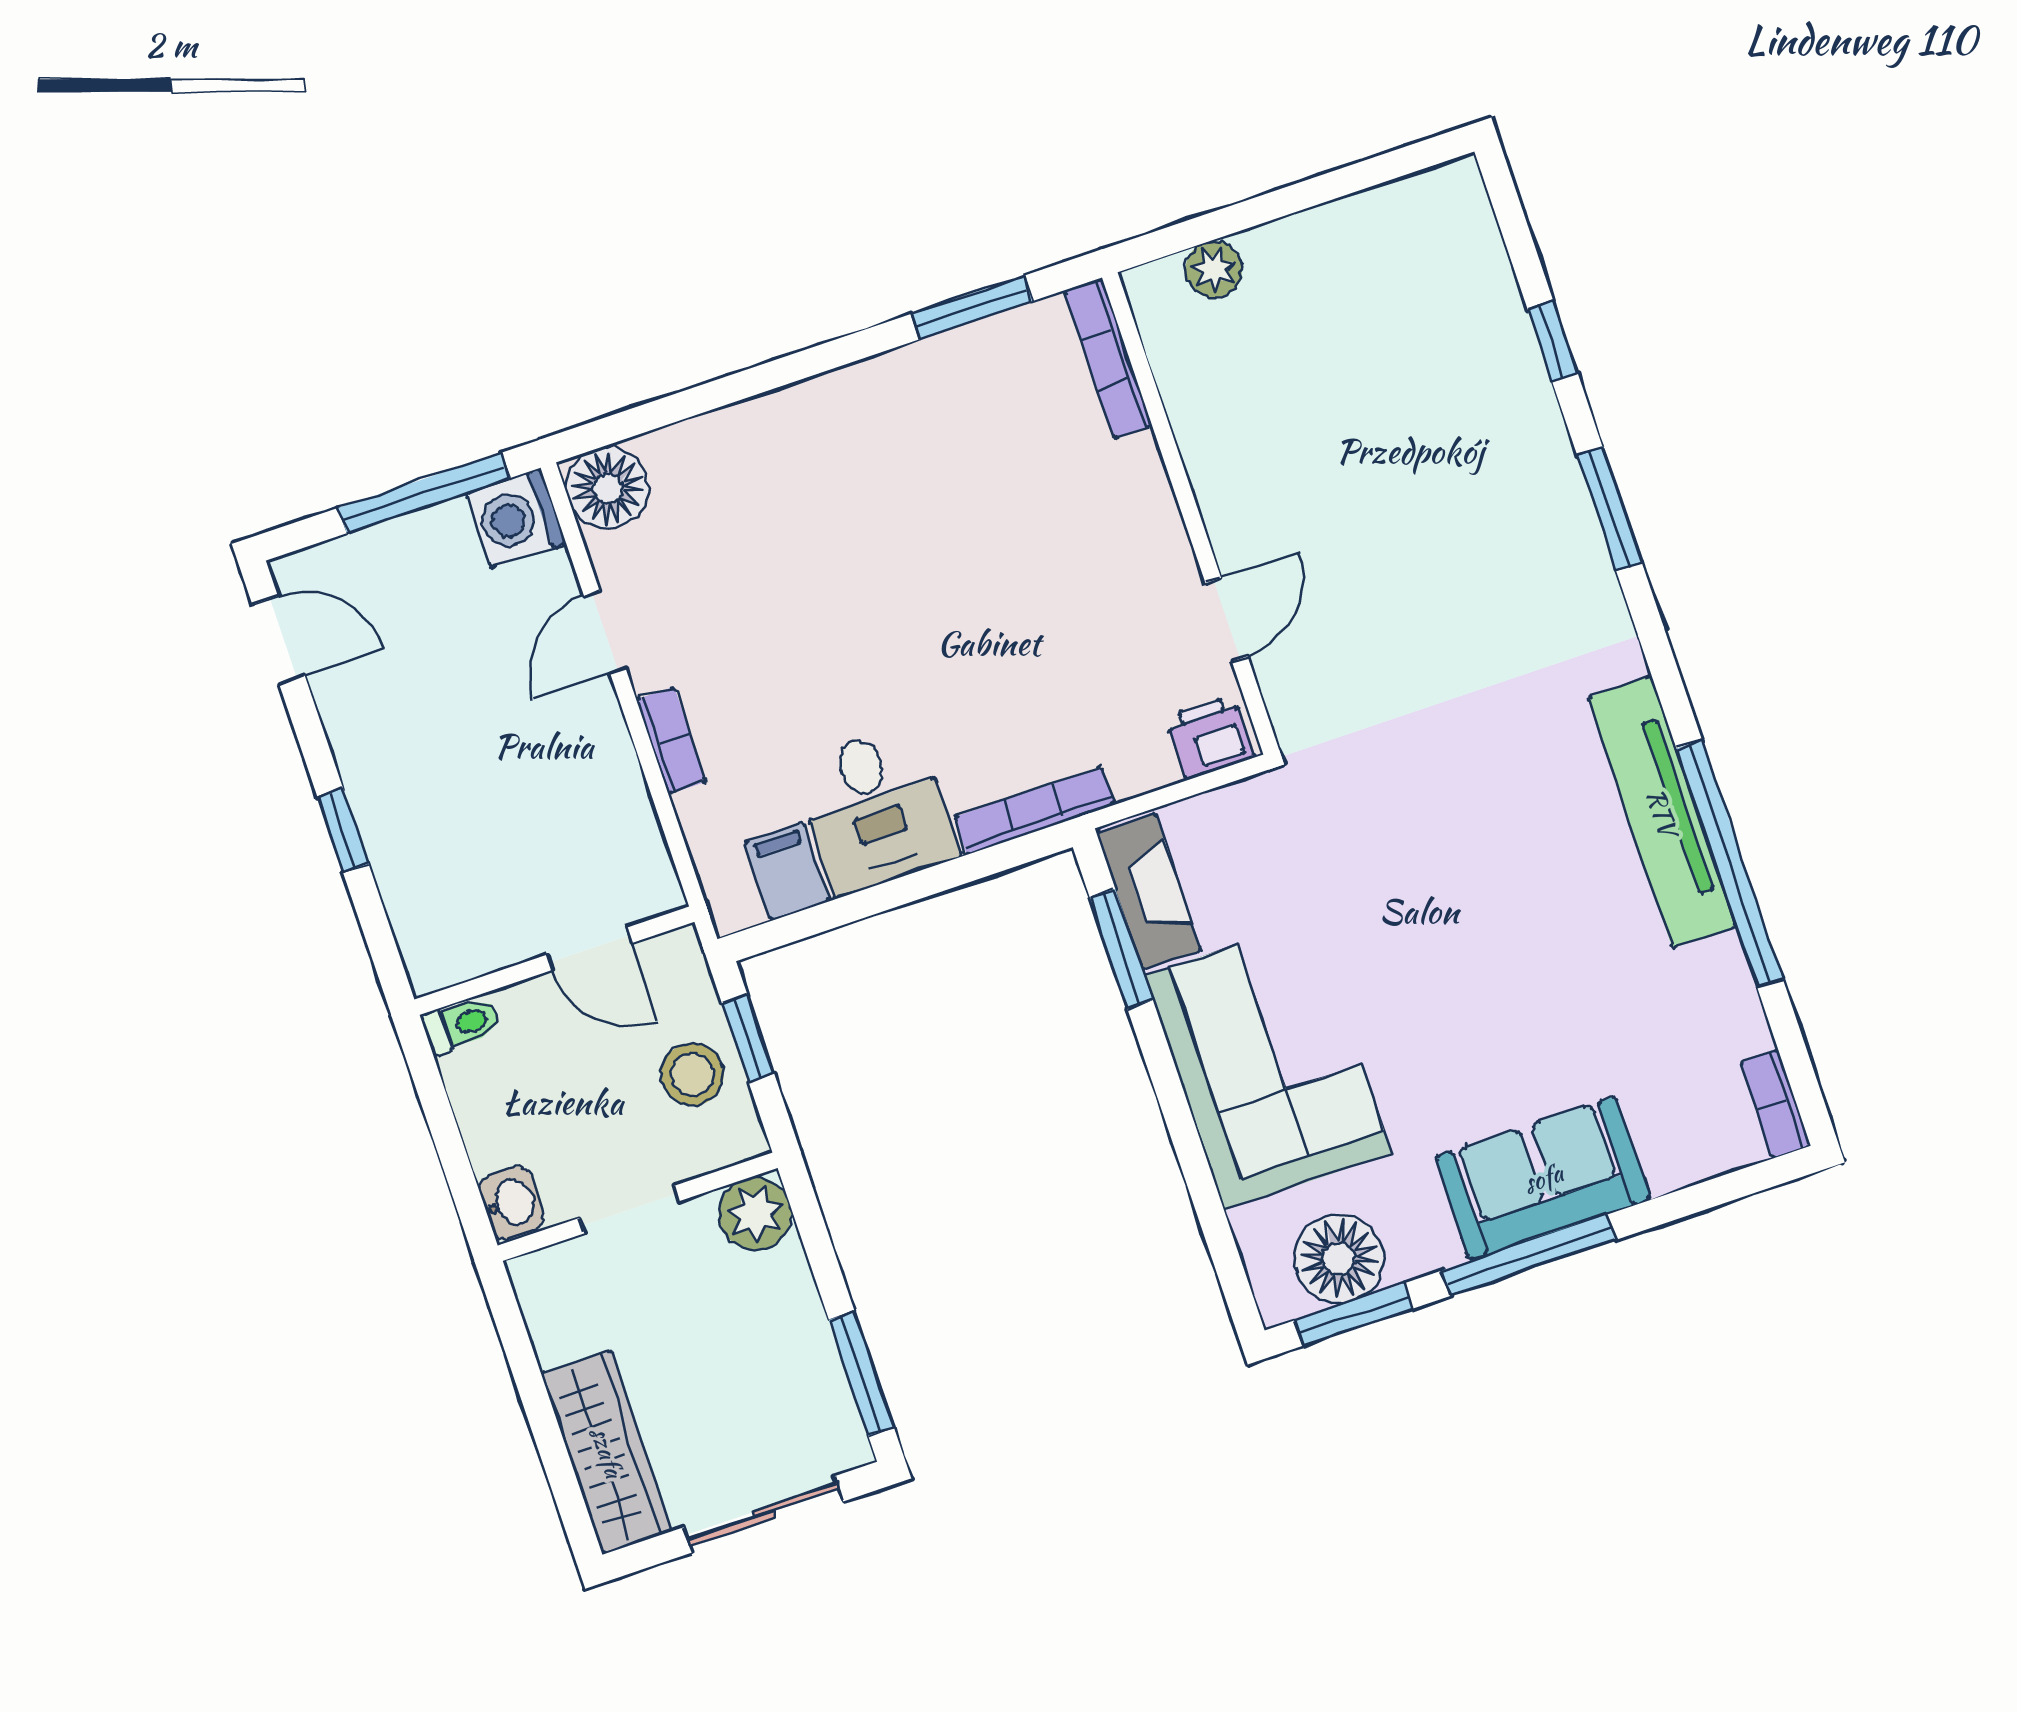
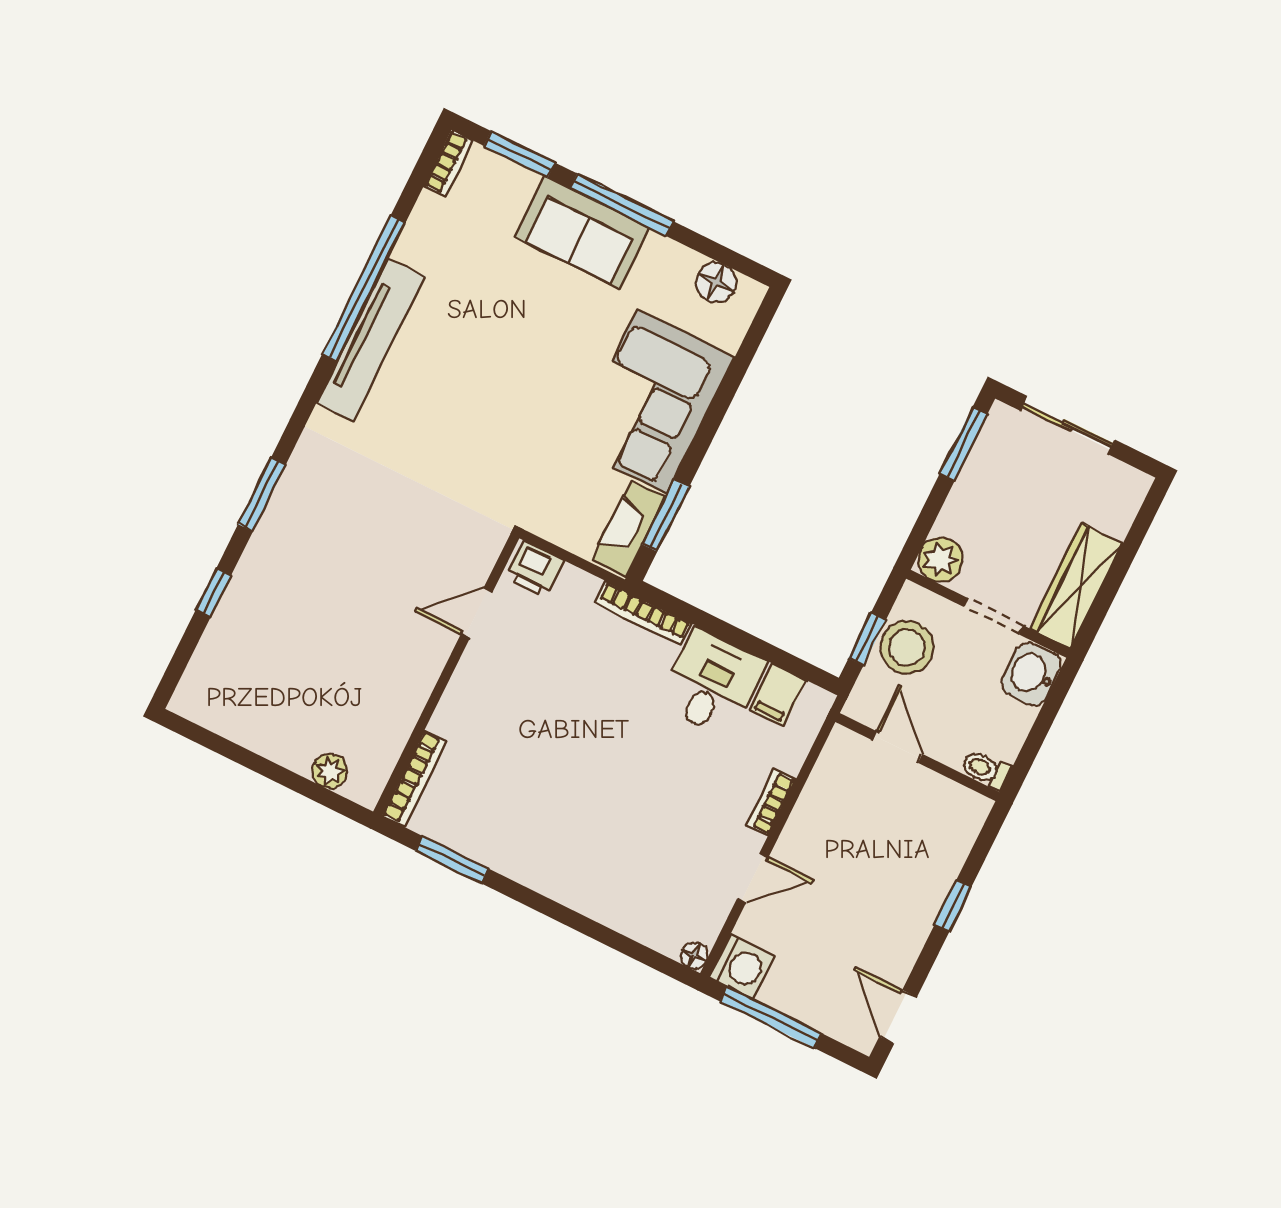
floor lamp: (608, 488) -> (694, 955), width x0.53, depth x0.53
stool: (692, 1074) -> (907, 648), width x1.38, depth x1.38
washbasin: (512, 1203) -> (1031, 674), width x1.38, depth x1.45
floor lamp: (1339, 1259) -> (716, 283), width x0.73, depth x0.73
window: (1354, 1315) -> (519, 154), moved
wardrobe: (607, 1452) -> (1076, 586), moved

